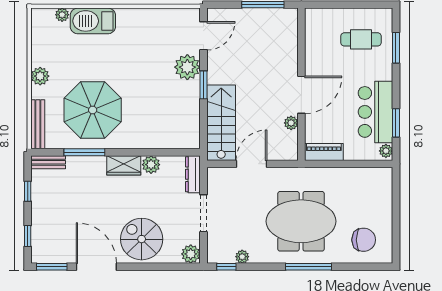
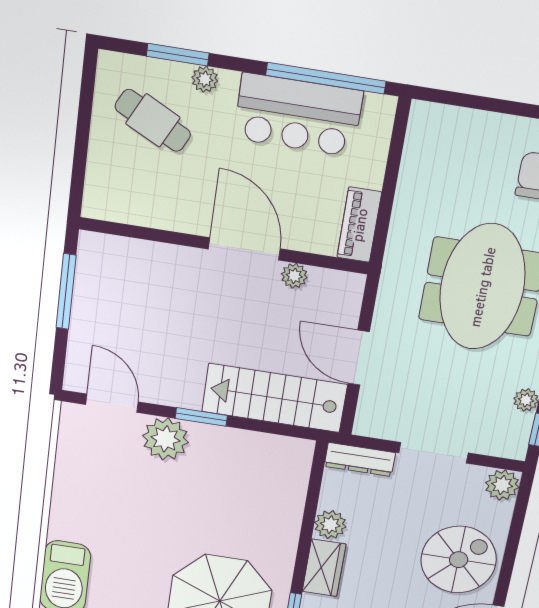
cafe table: (361, 39) -> (153, 120), turned -63
window: (396, 123) -> (326, 78), width x2.11
plant: (386, 151) -> (205, 79), moved
spiral stairs: (142, 239) -> (459, 560), turned 180

